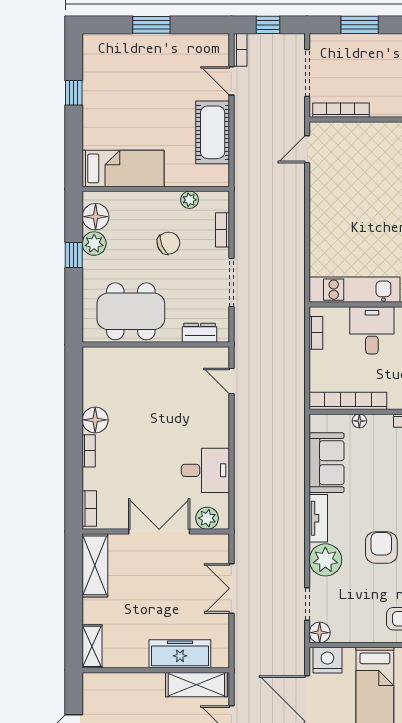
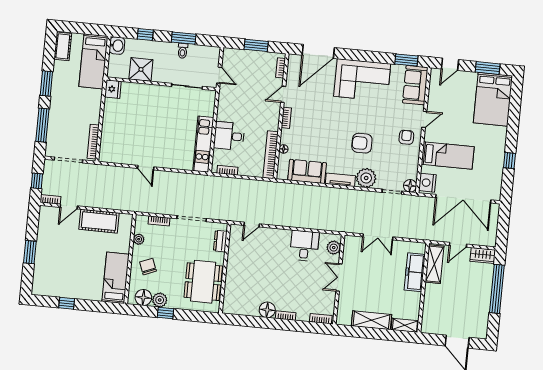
window: (360, 25) -> (42, 125), width x1.44
door: (307, 149) -> (146, 168), moved
chair: (168, 243) -> (148, 267), moved
double door: (159, 532) -> (339, 278), width x0.73
shelving: (95, 565) -> (371, 320), moved

